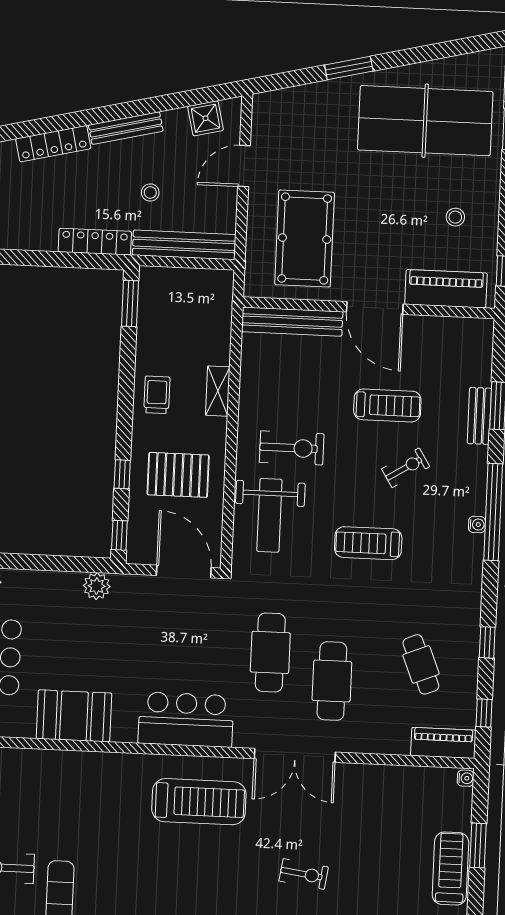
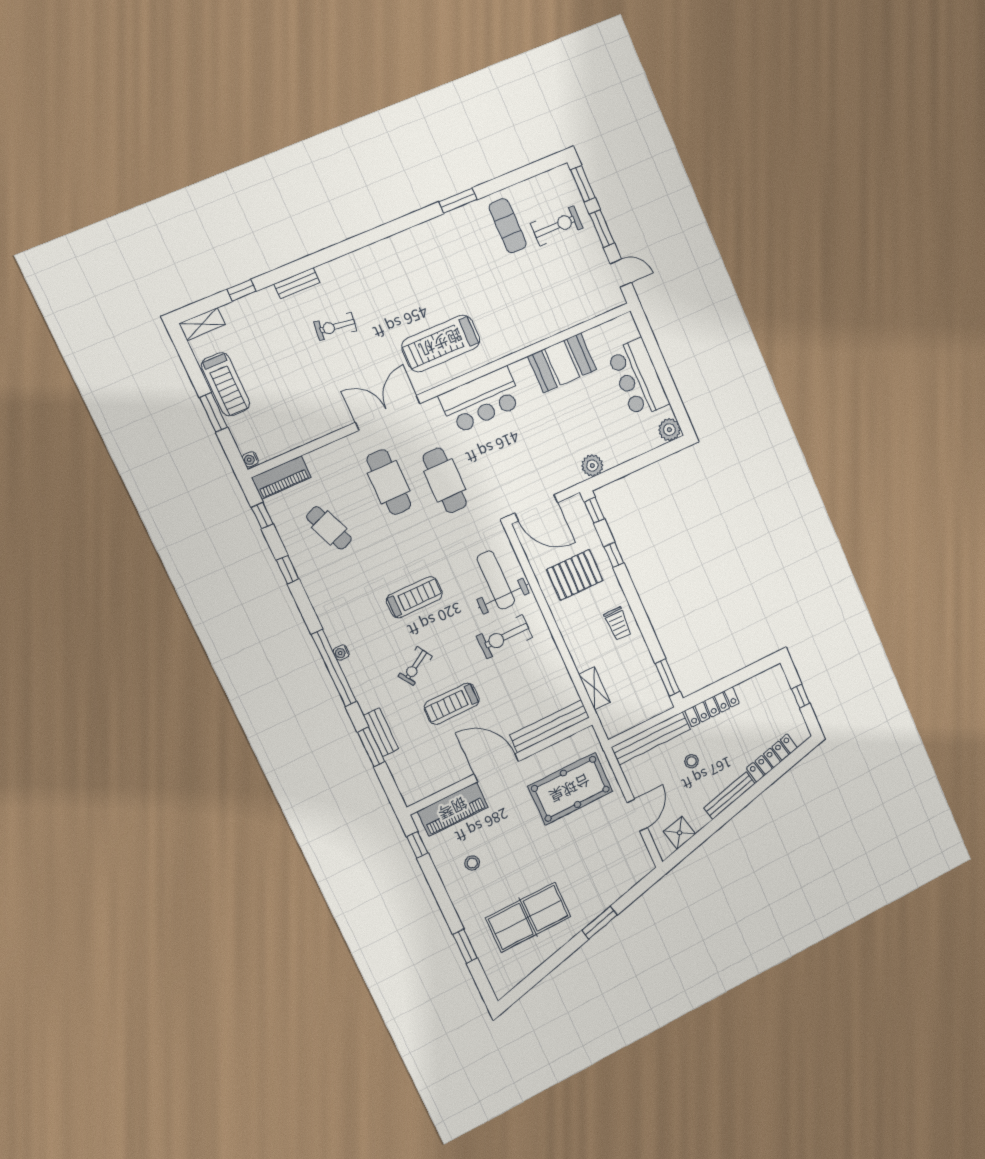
table tennis table: (425, 121) -> (528, 917), width x0.73, depth x0.76
pool table: (305, 239) -> (570, 789), turned 90
shelving: (218, 391) -> (594, 688), moved

